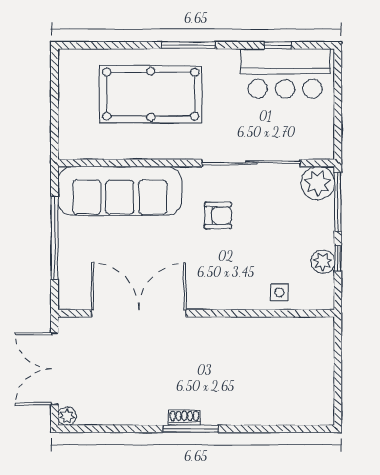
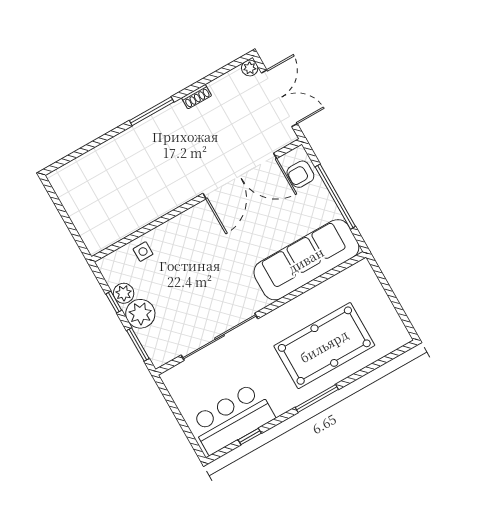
plant: (318, 183) -> (140, 314), moved
window: (338, 202) -> (138, 345), width x0.69
armchair: (218, 215) -> (300, 174), moved
shoe rack: (184, 418) -> (197, 97), moved

